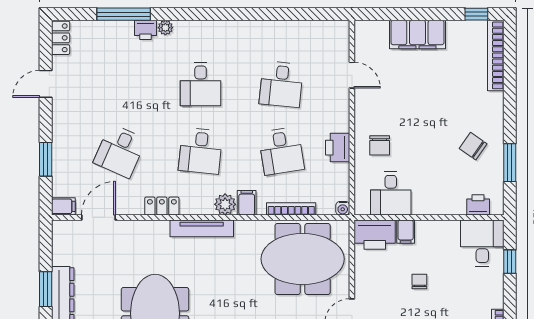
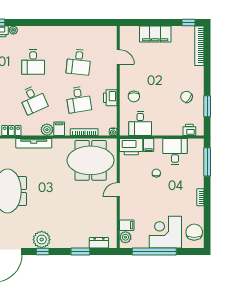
desk: (201, 151) -> (33, 100), turned -30
desk: (482, 243) -> (175, 151), moved
window: (510, 262) -> (207, 162), width x2.17

